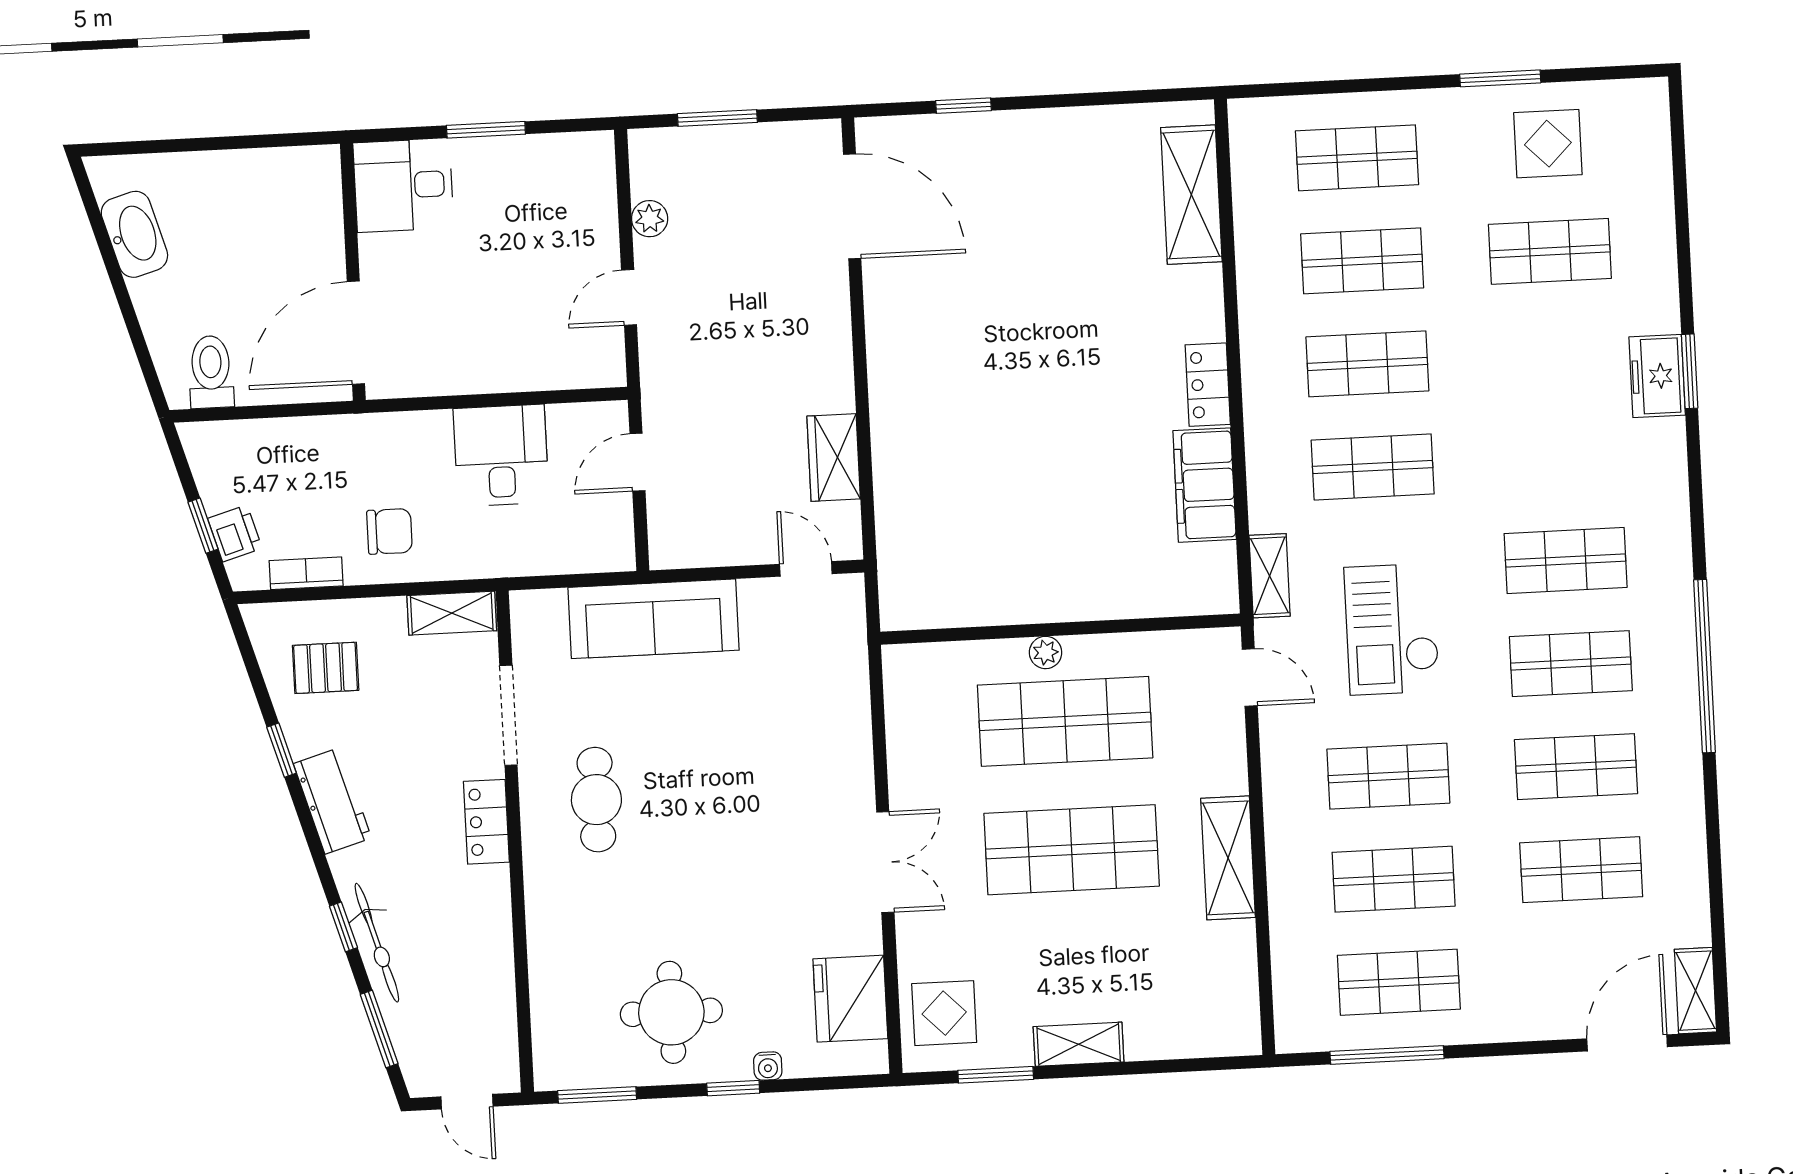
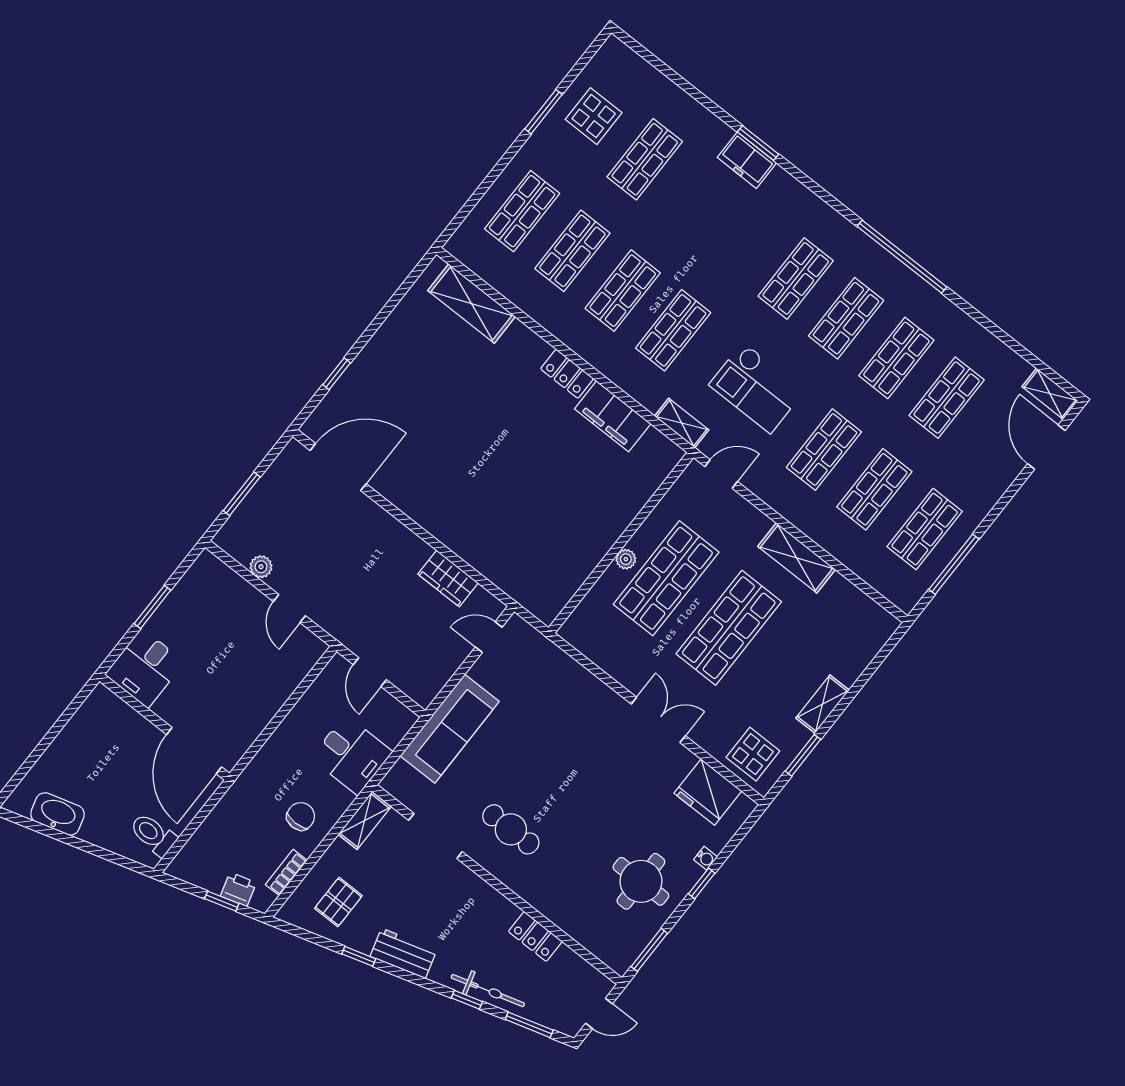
desk: (501, 455) -> (352, 755), moved, turned 180
locker: (486, 822) -> (535, 936), moved

